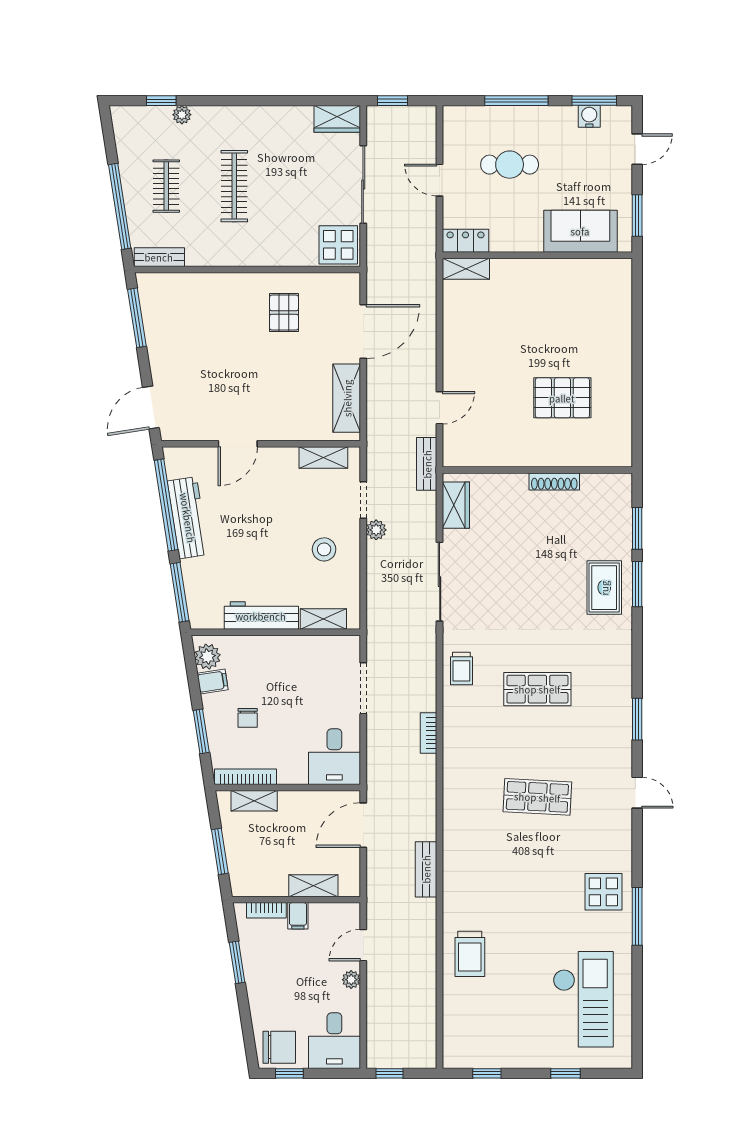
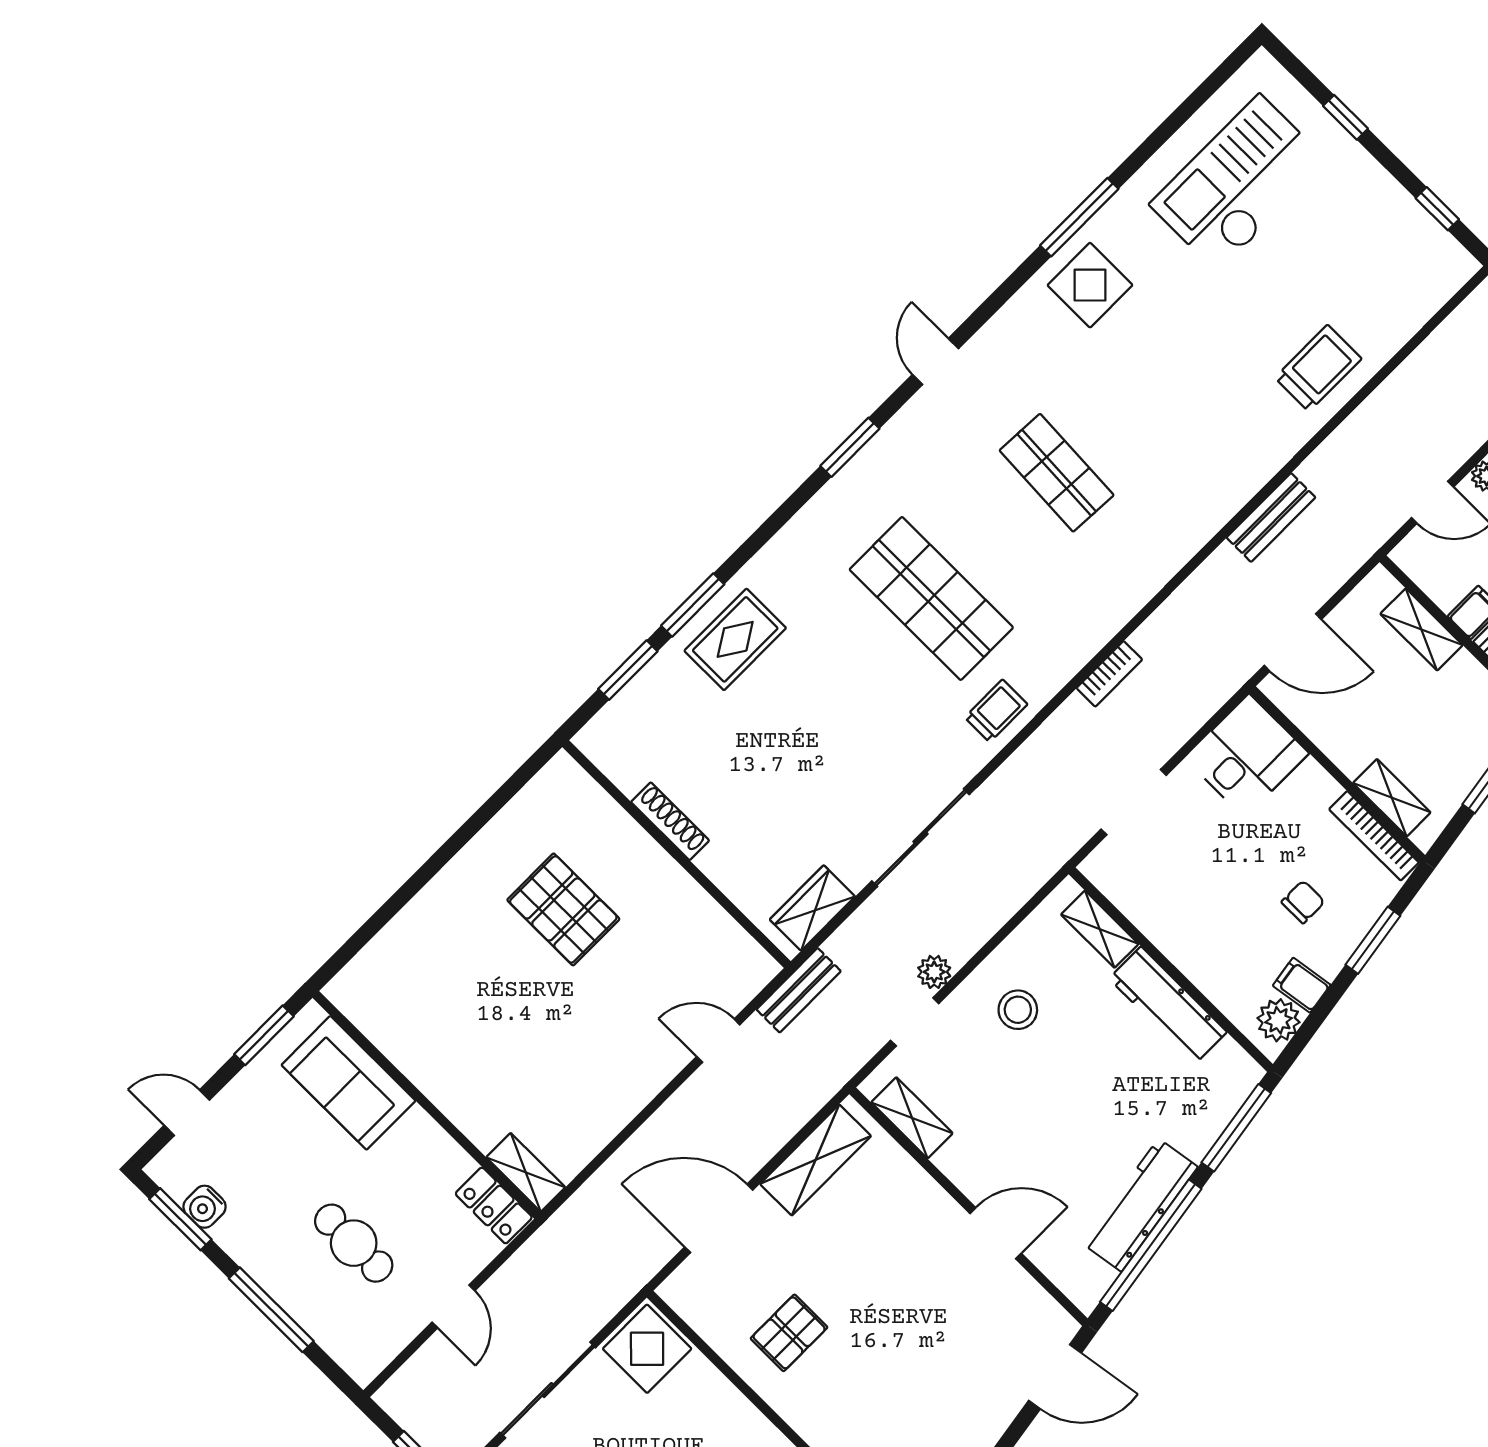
shop shelf: (537, 689) -> (931, 598), width x1.43, depth x1.36

